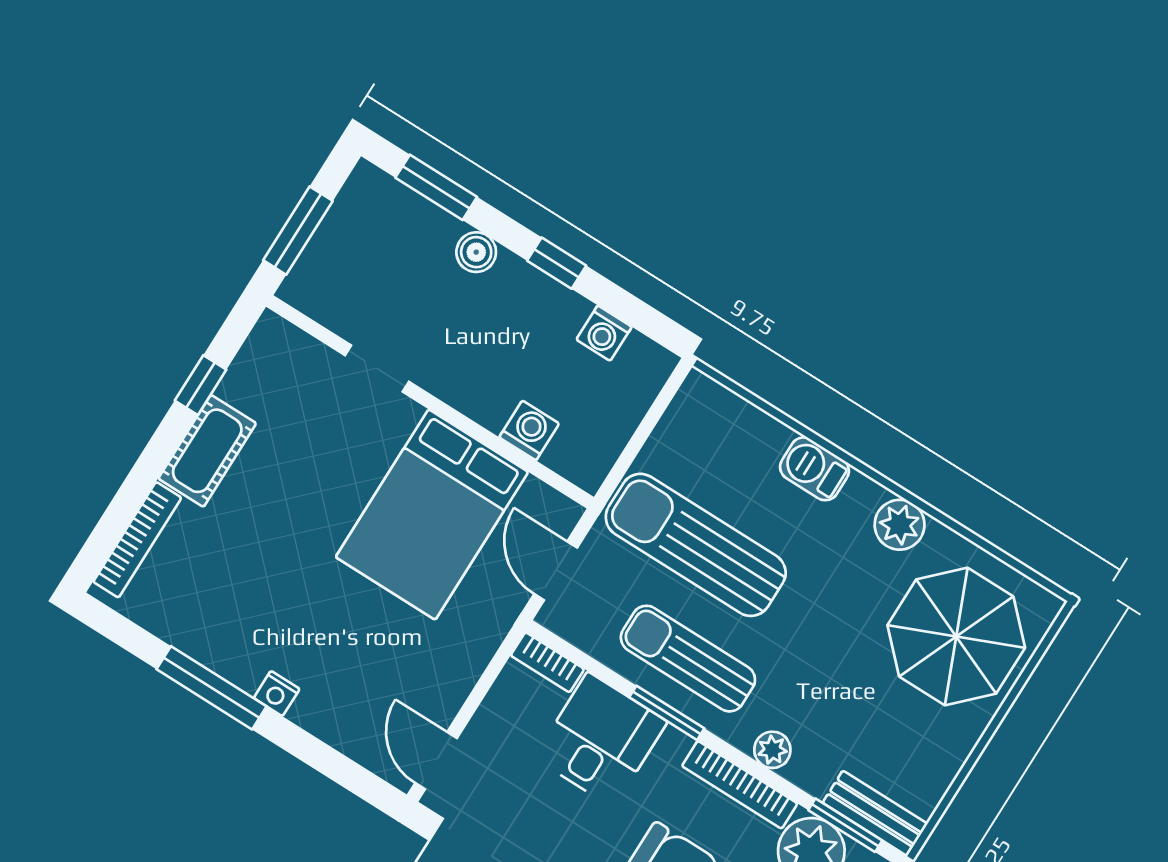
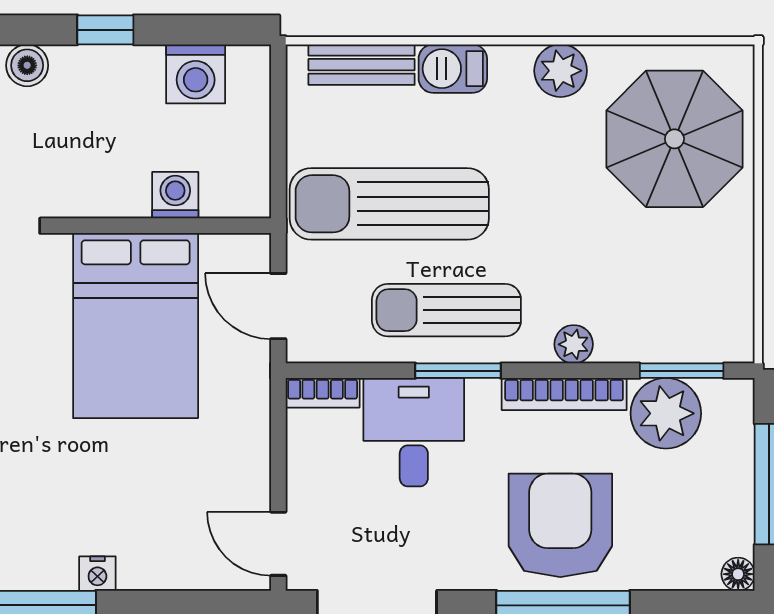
washing machine: (604, 333) -> (196, 74), width x1.38, depth x1.38
bench: (875, 813) -> (362, 65), moved

